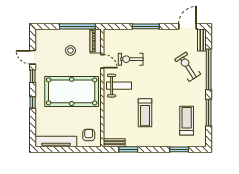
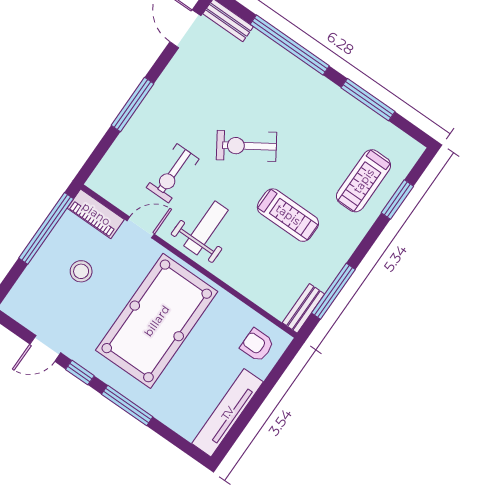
exercise bike: (188, 67) -> (247, 146), moved
window: (33, 102) -> (127, 406), width x2.17
treadmill: (187, 121) -> (364, 181), moved, turned -90
window: (128, 149) -> (333, 291), width x1.44

